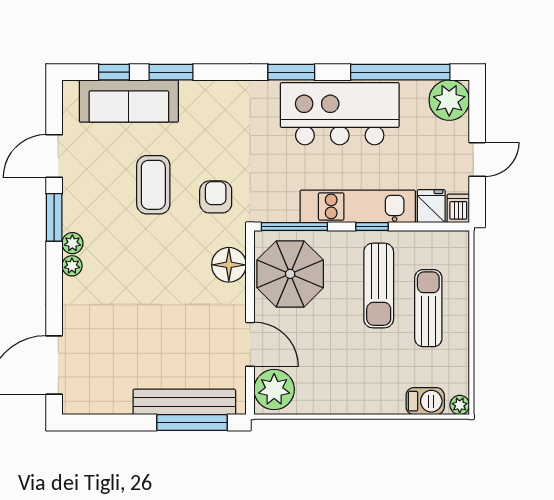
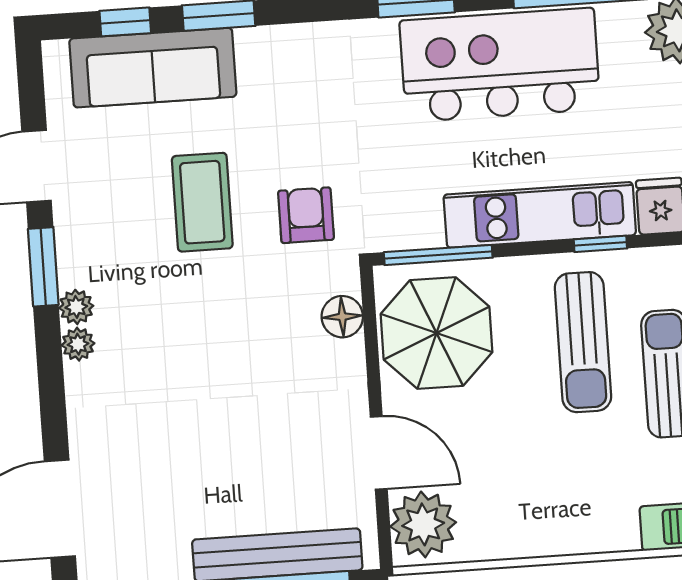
window: (372, 227) -> (600, 244), moved
floor lamp: (229, 265) -> (342, 317), width x0.73, depth x0.73

